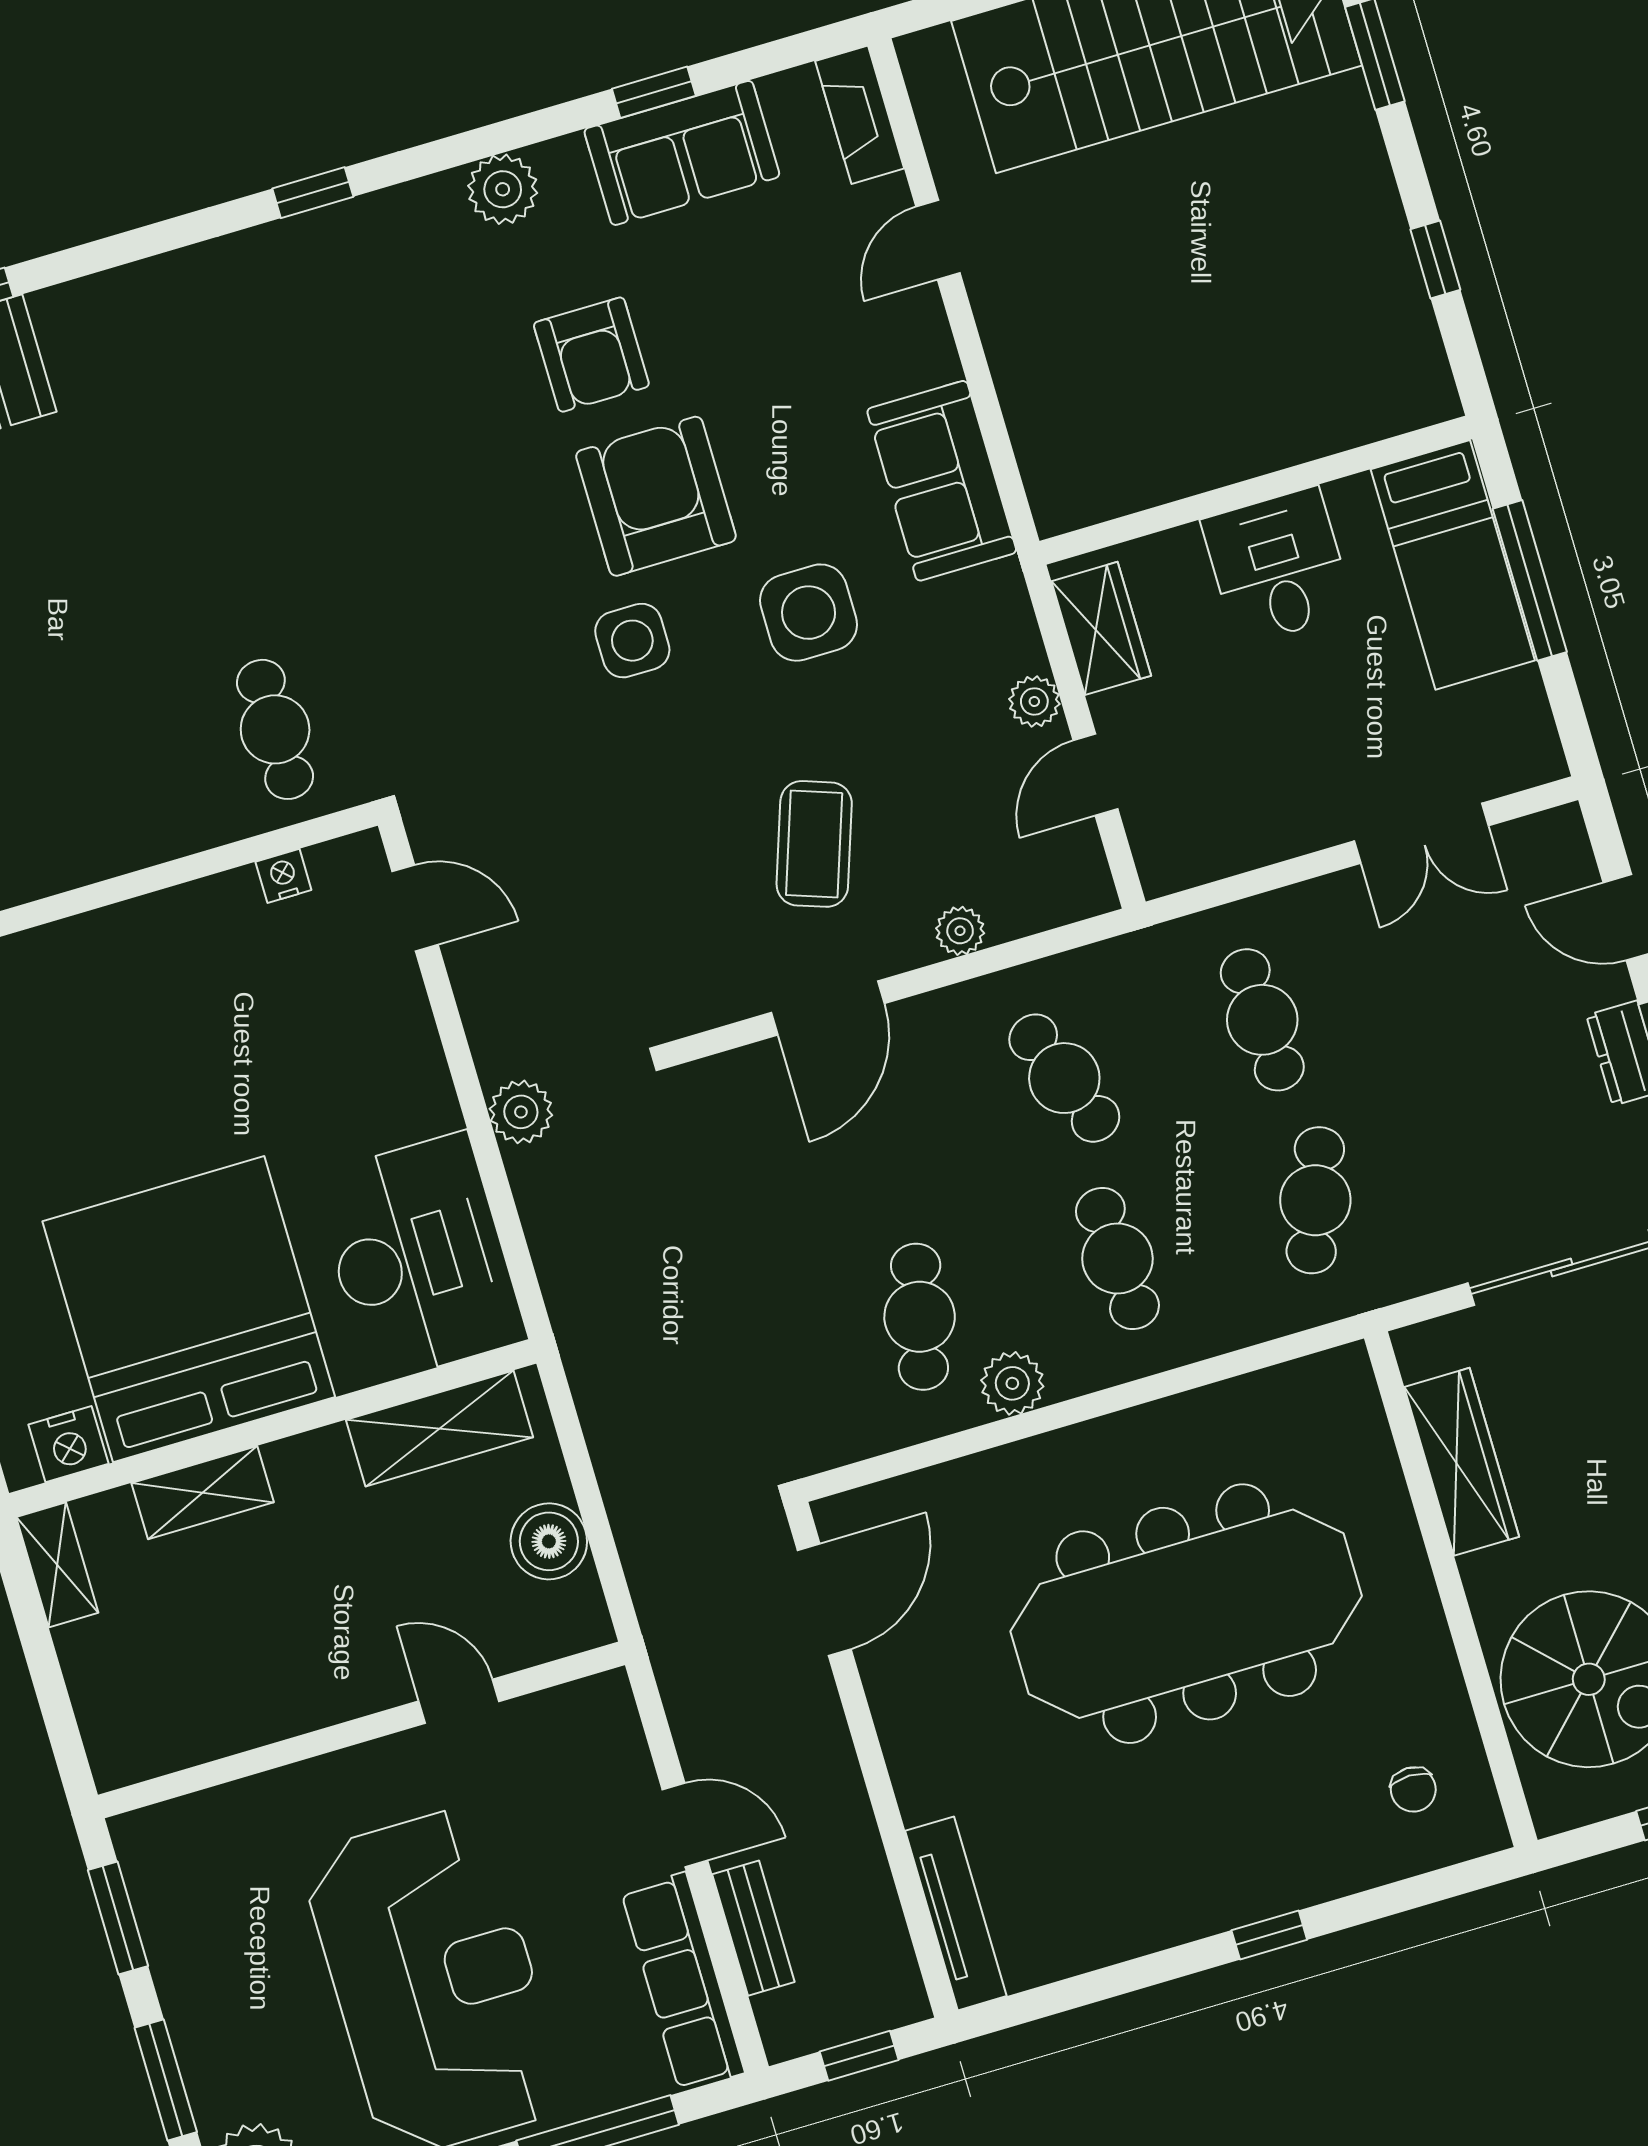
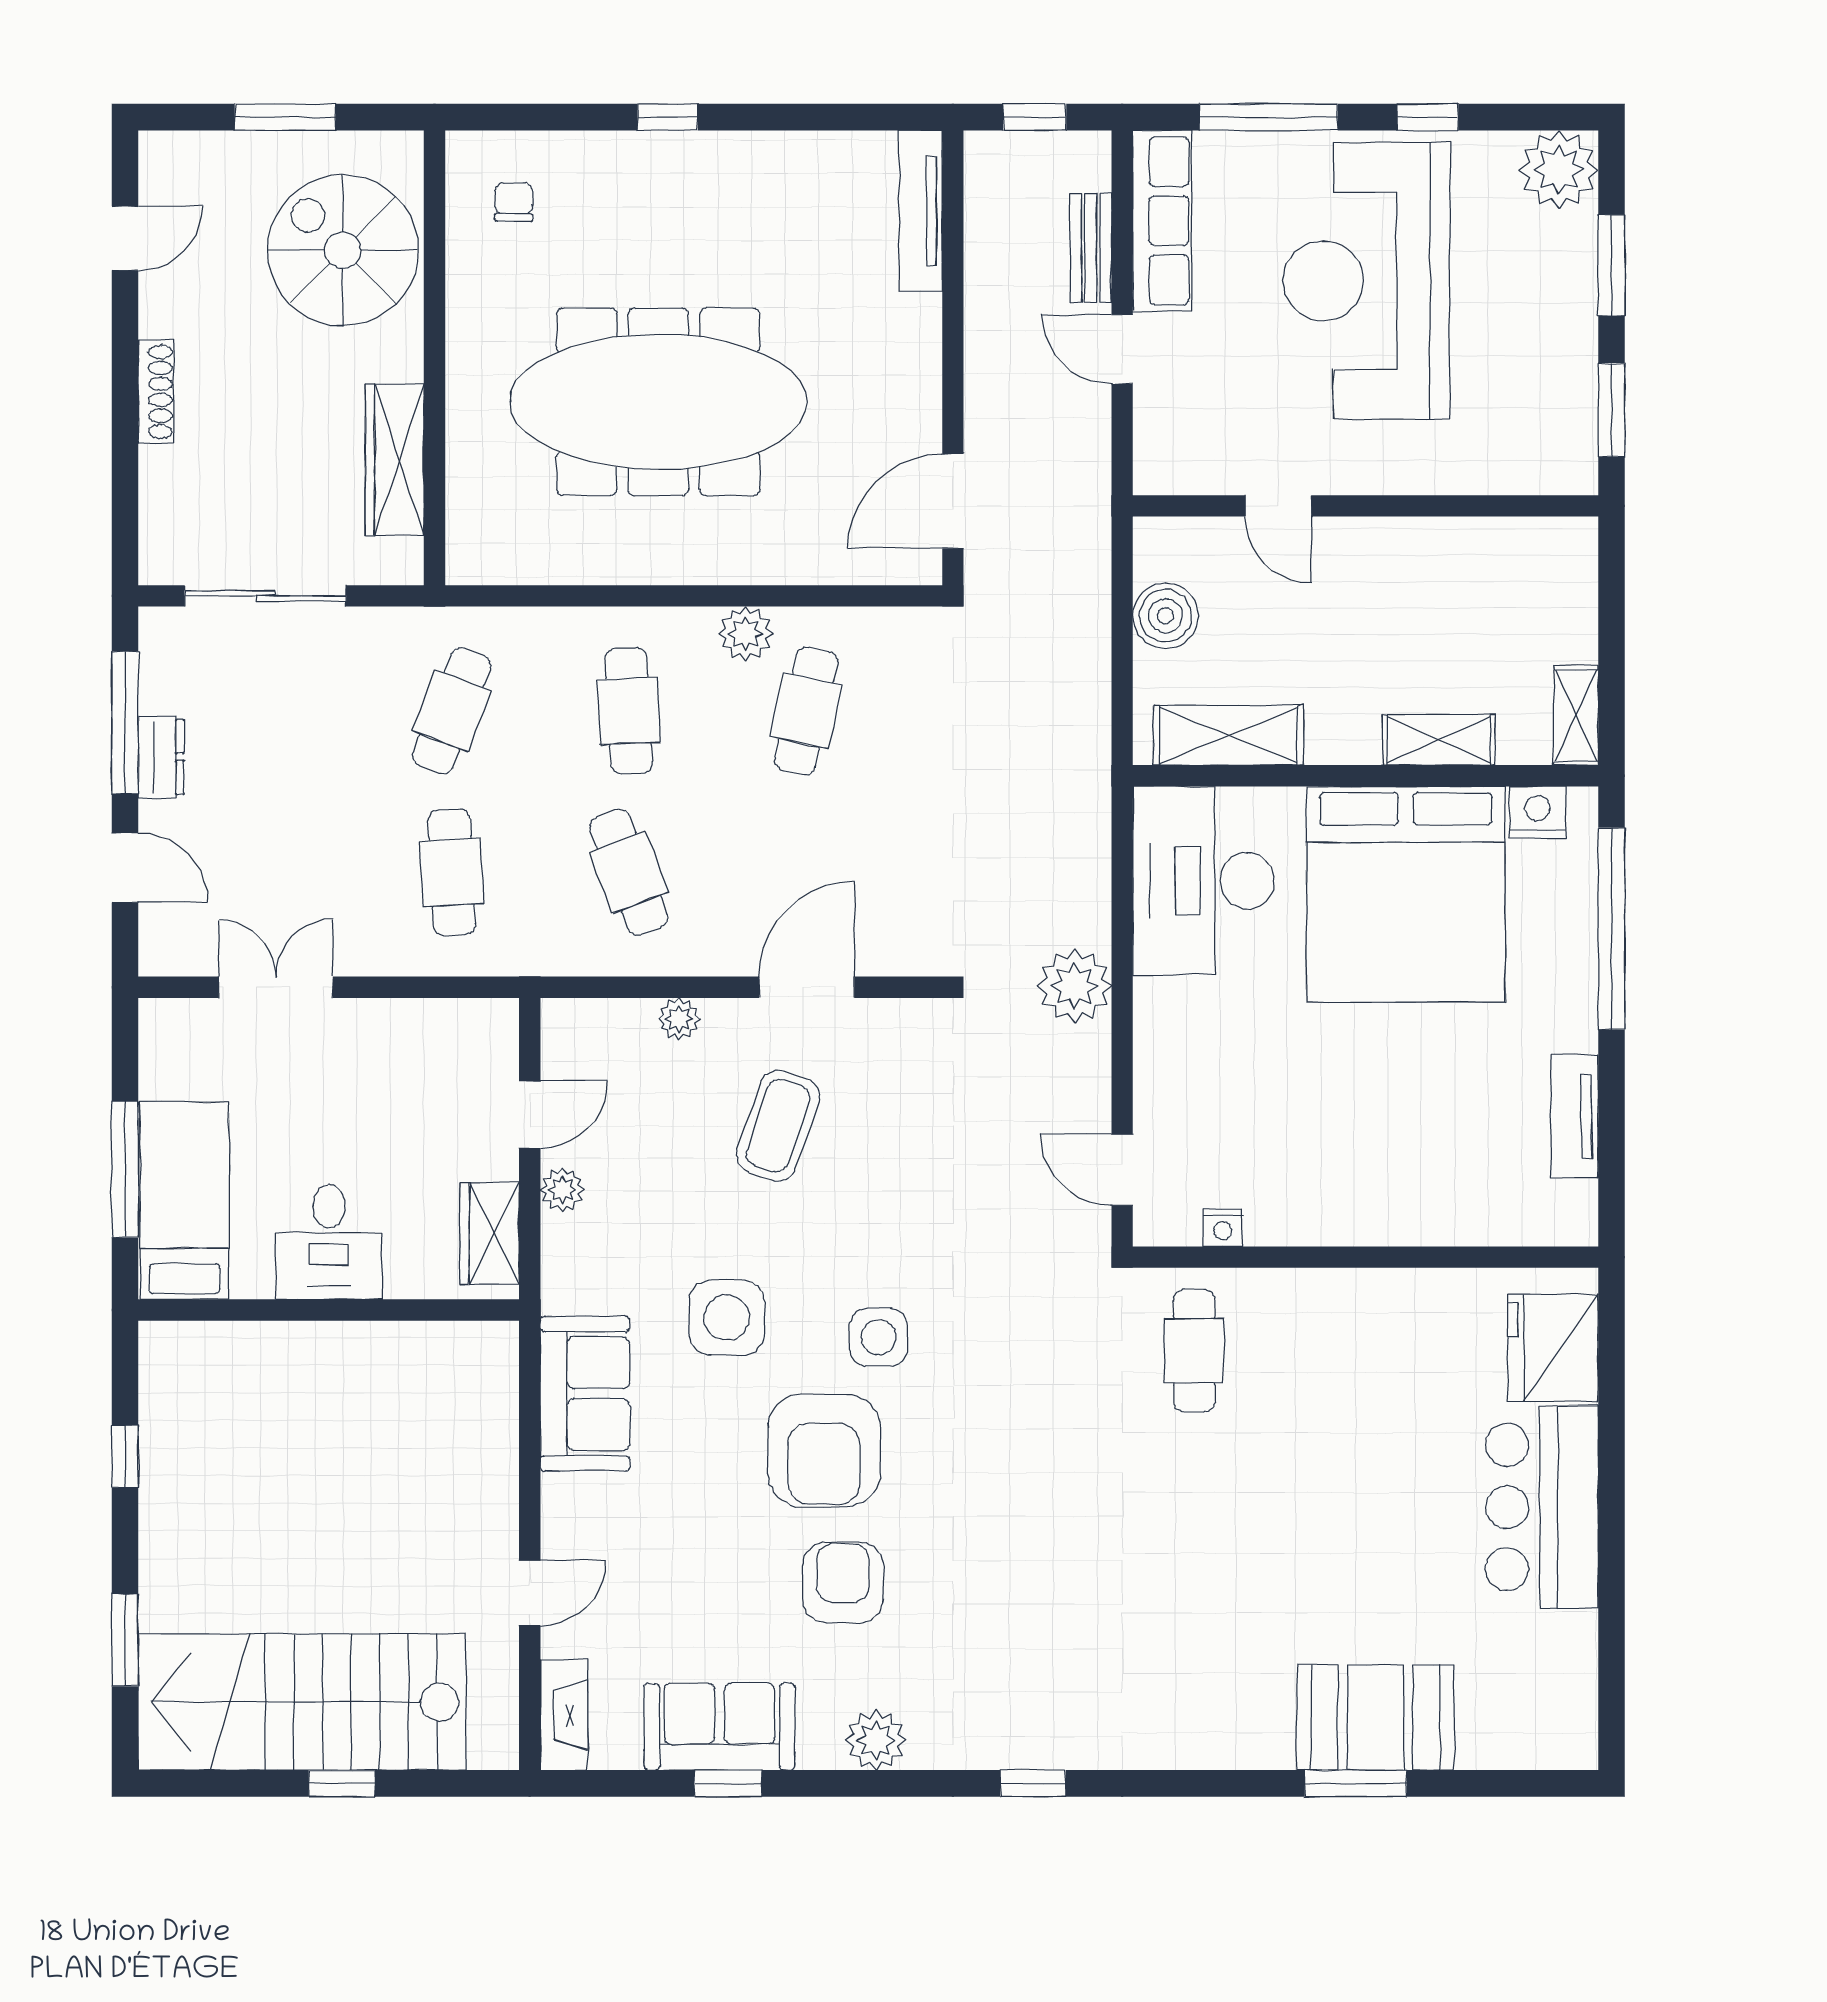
plant: (521, 1112) -> (1075, 986), width x1.36, depth x1.36

